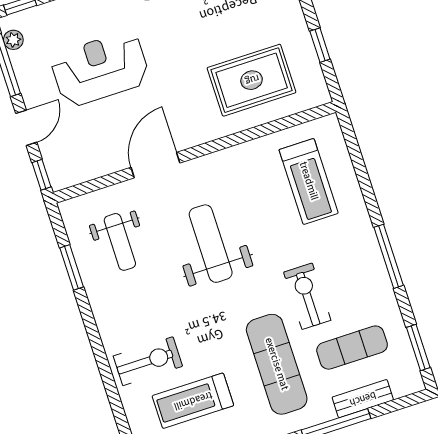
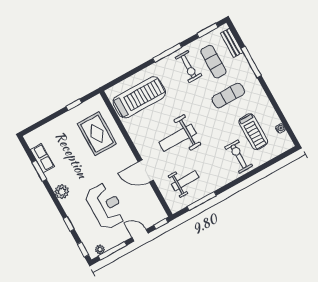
reception desk: (100, 69) -> (106, 206), turned 180
treadmill: (309, 181) -> (139, 97), width x1.37, depth x1.38
window: (72, 267) -> (202, 201), width x1.44
exercise bike: (307, 296) -> (188, 67), moved, turned -90
exercise mat: (277, 364) -> (228, 96), width x0.73, depth x0.69
bench: (363, 399) -> (232, 43), moved

